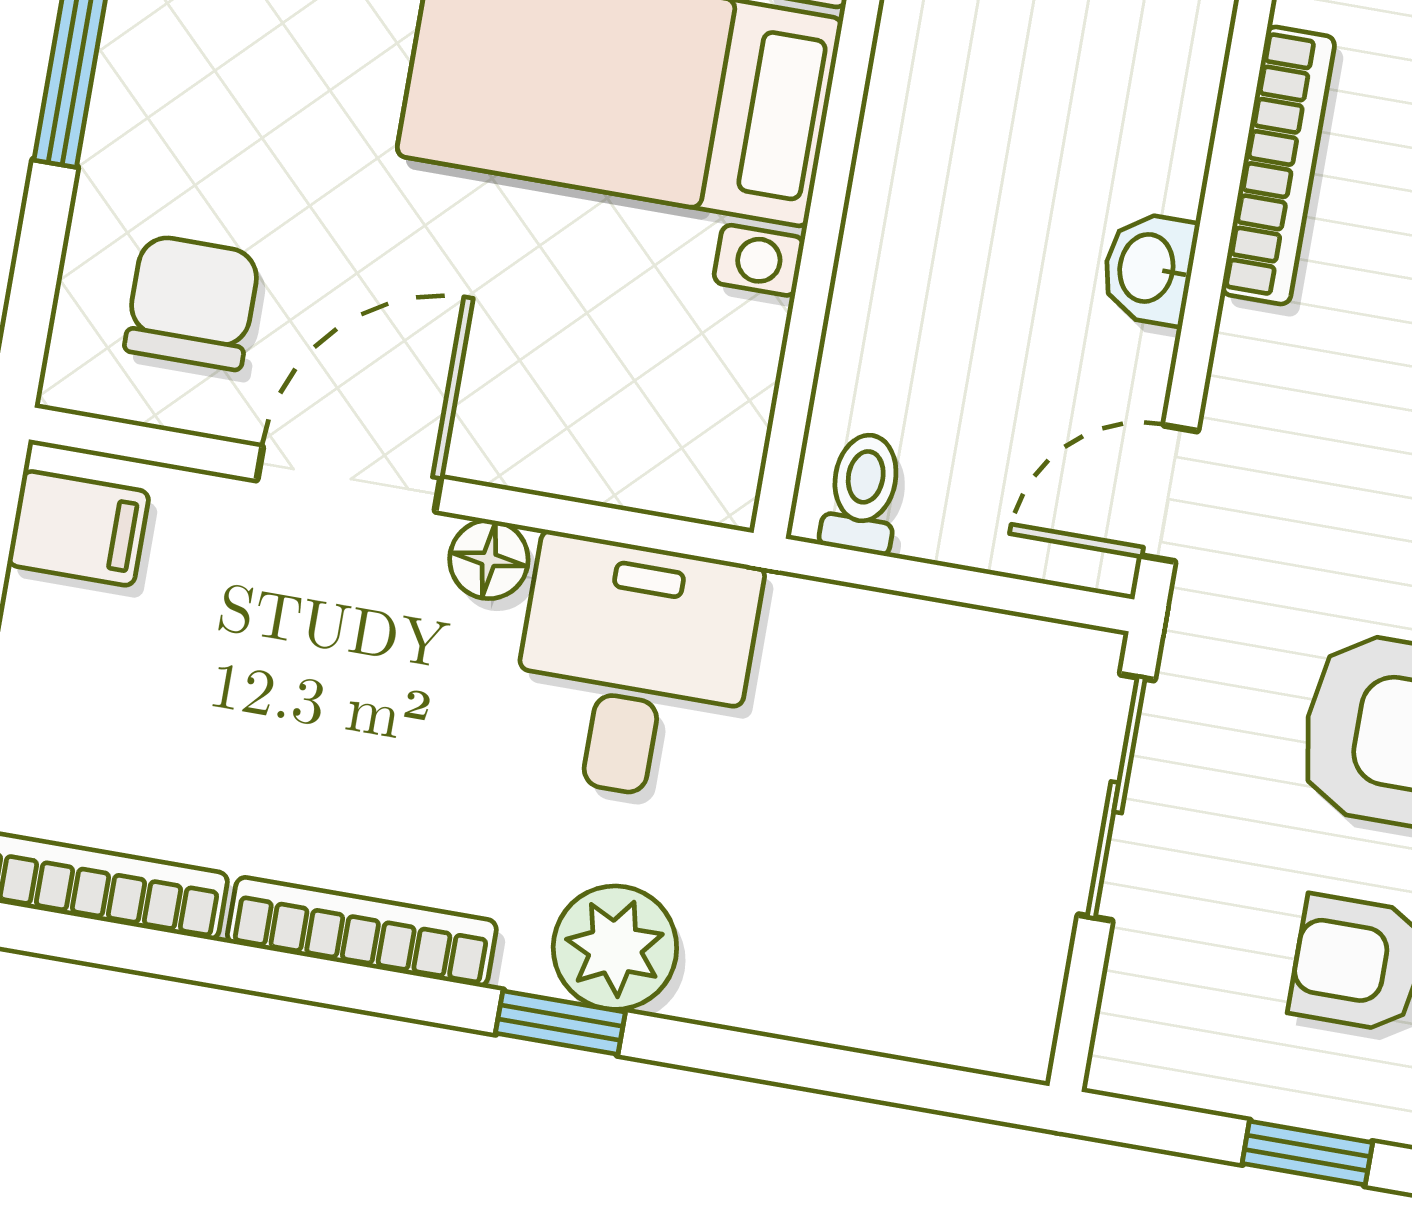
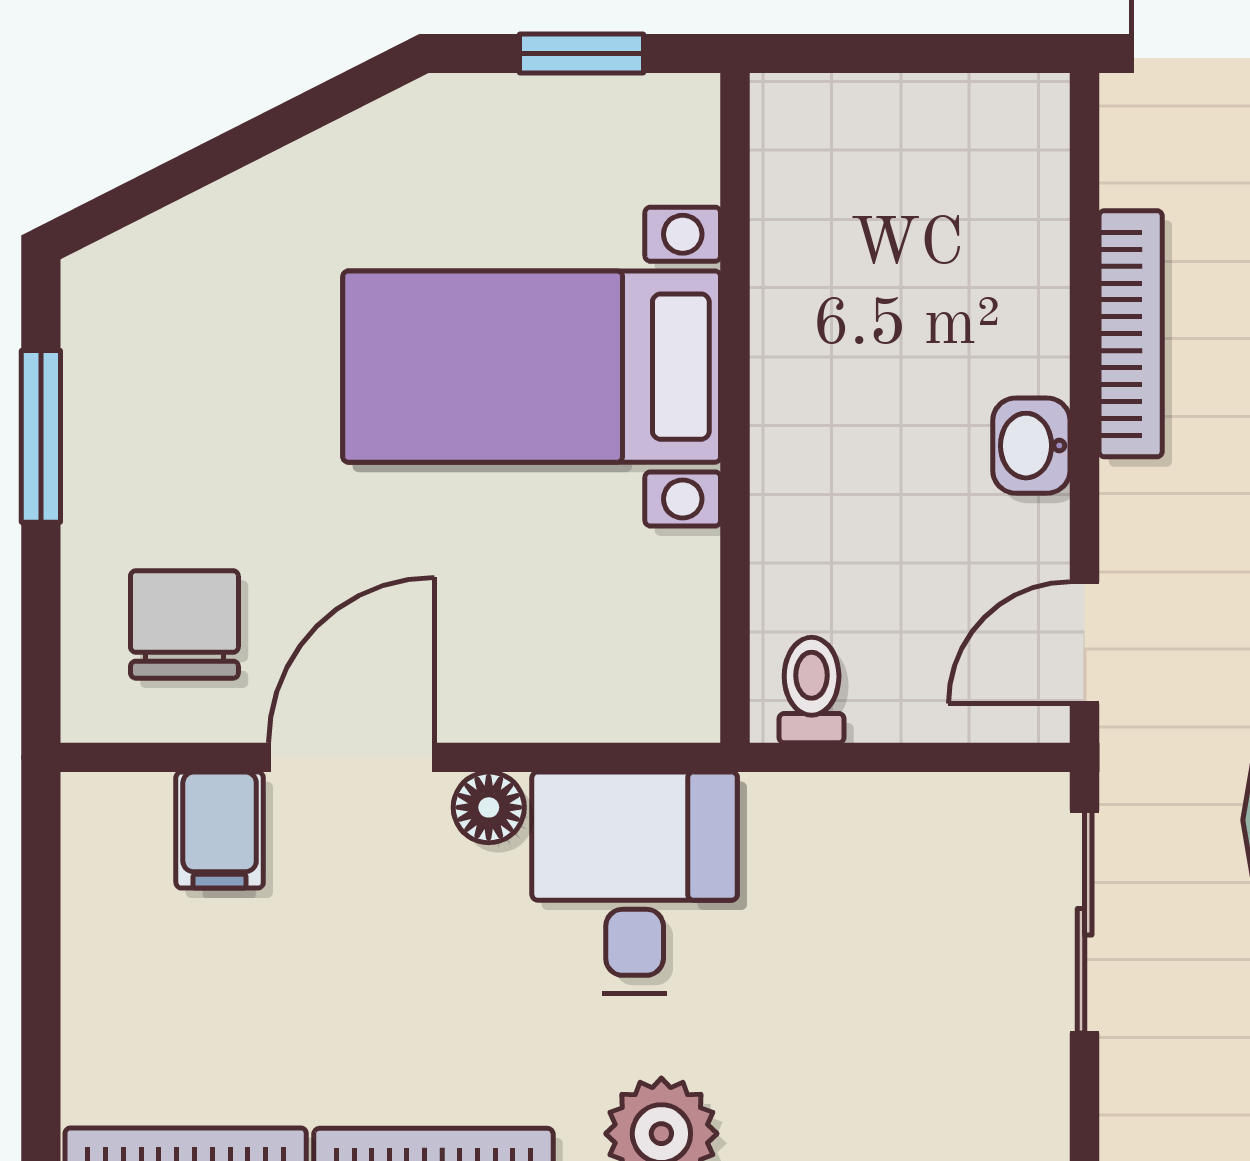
filing cabinet: (78, 528) -> (220, 830), moved, turned 90

